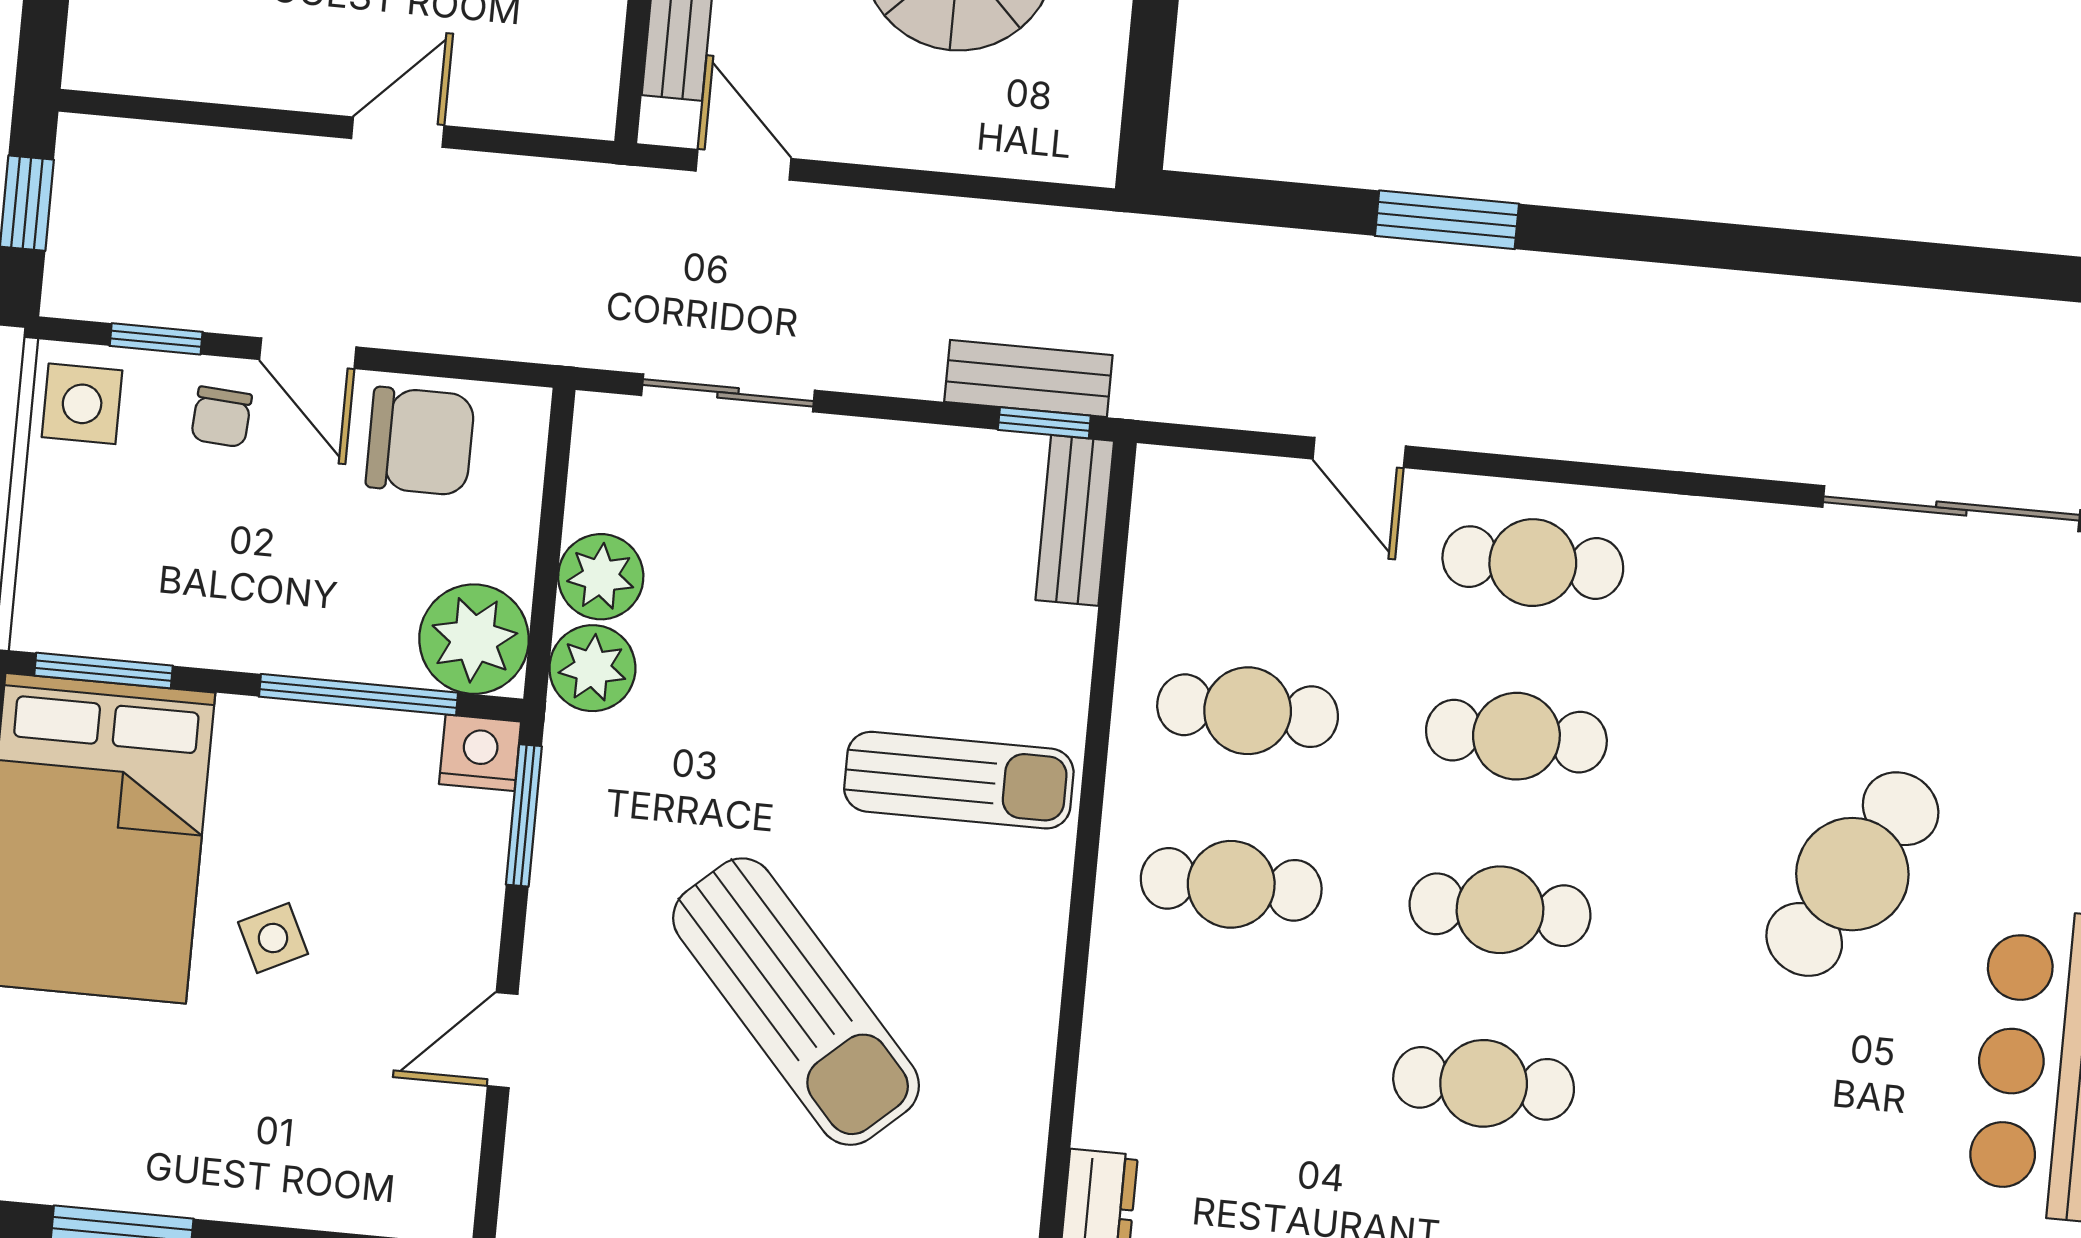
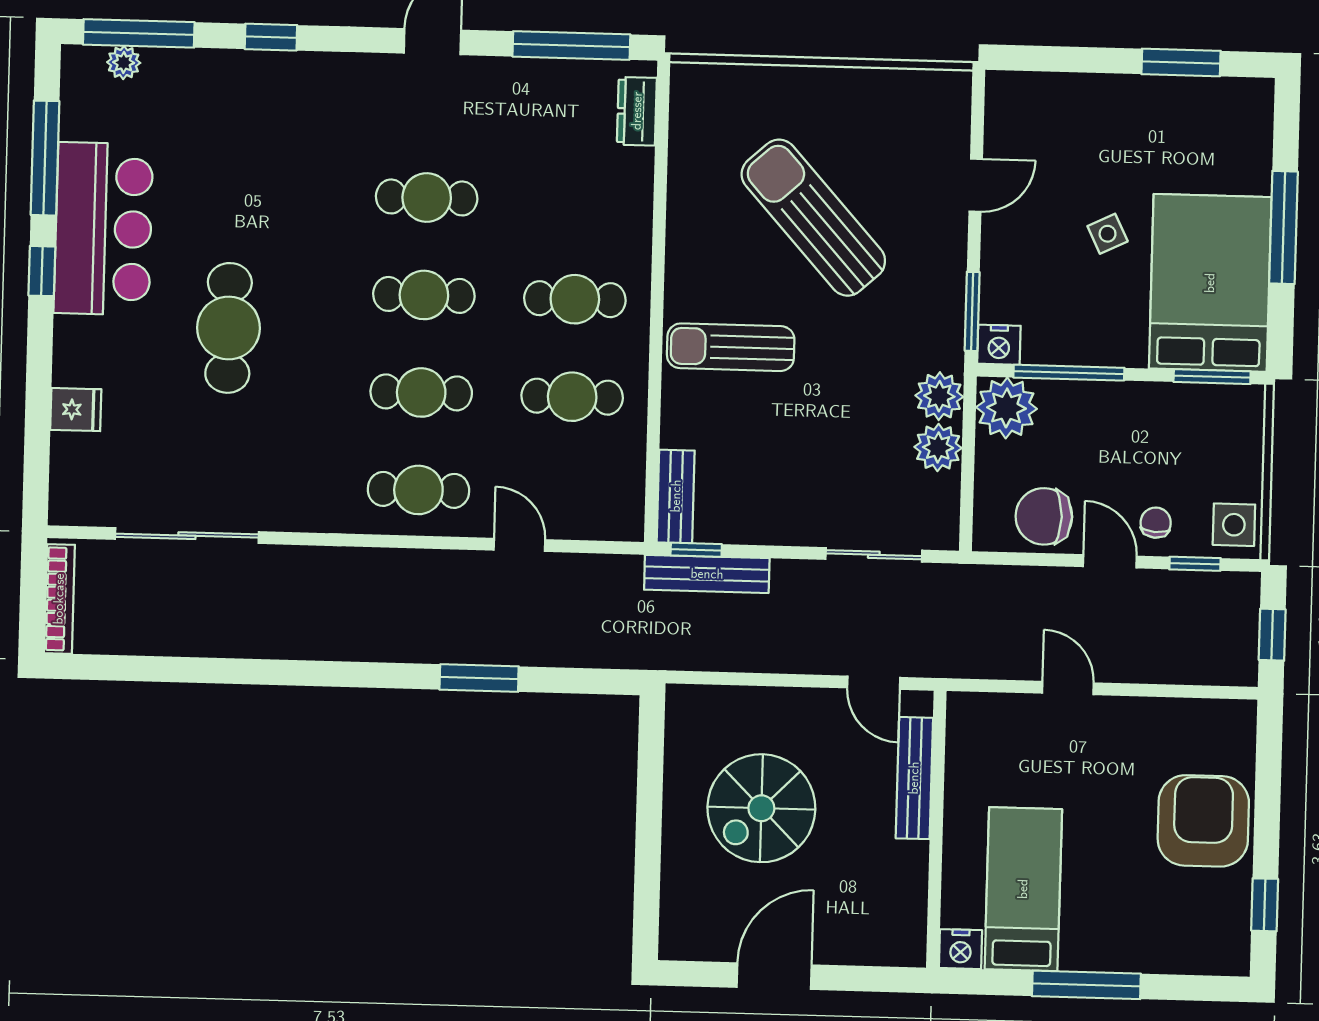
door: (398, 132) -> (1068, 688), swing flipped
bench: (1028, 378) -> (707, 574), width x1.36
cafe table: (1852, 874) -> (229, 328), turned -31

